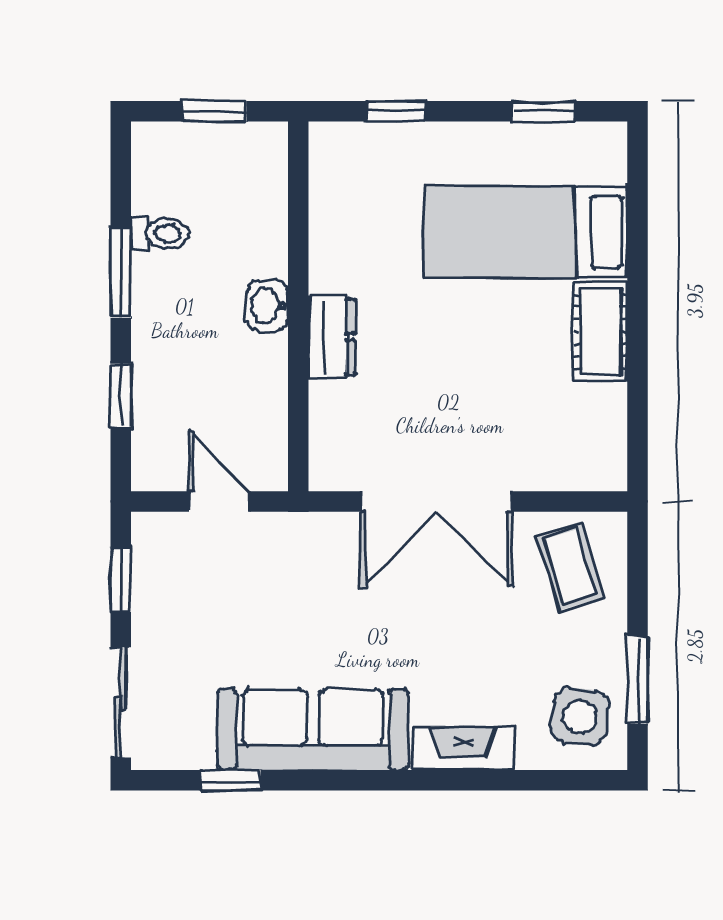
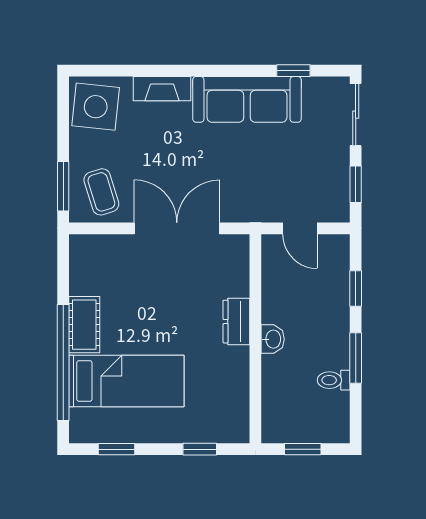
window: (638, 265) -> (63, 363), added
window: (638, 680) -> (63, 186), moved
side table: (580, 717) -> (96, 107), width x1.37, depth x1.37

